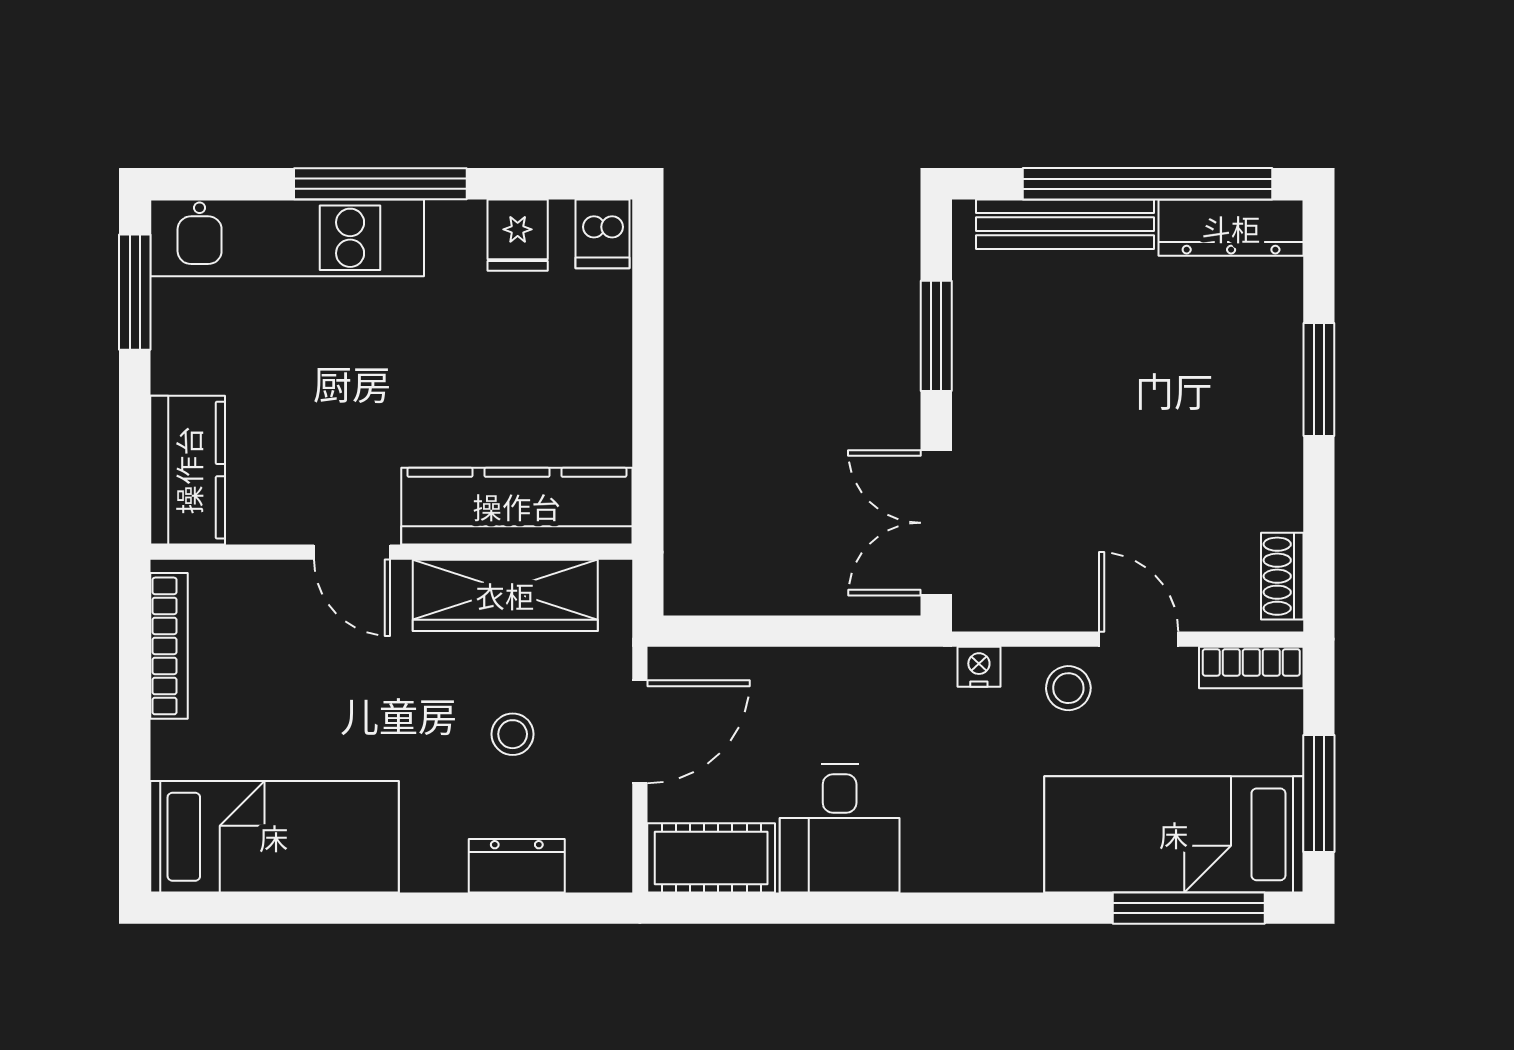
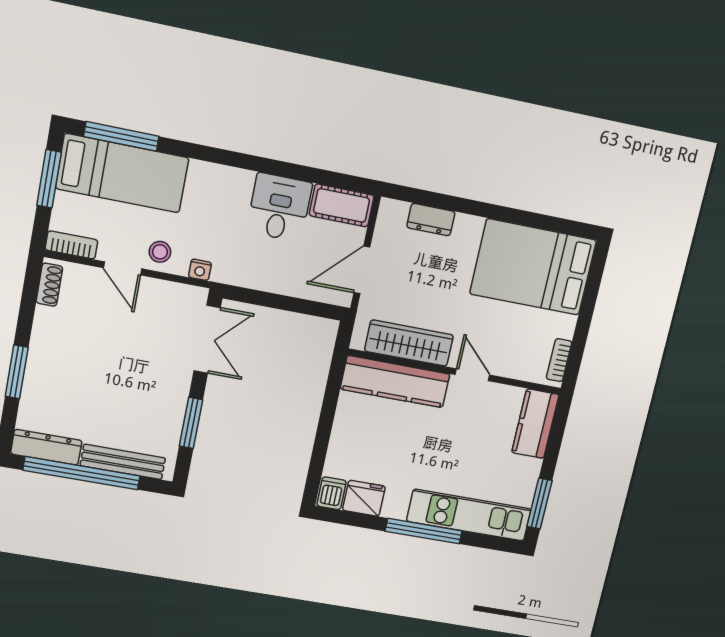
fridge: (518, 235) -> (364, 498), width x1.38
bookcase: (169, 646) -> (559, 360), width x0.64
stool: (513, 734) -> (420, 280), removed
bed: (274, 837) -> (533, 267), width x1.50

